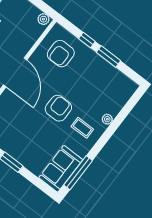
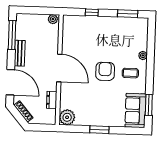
armchair: (61, 54) -> (81, 34), removed
window: (108, 56) -> (128, 14), moved
window: (78, 173) -> (149, 105), width x0.69

